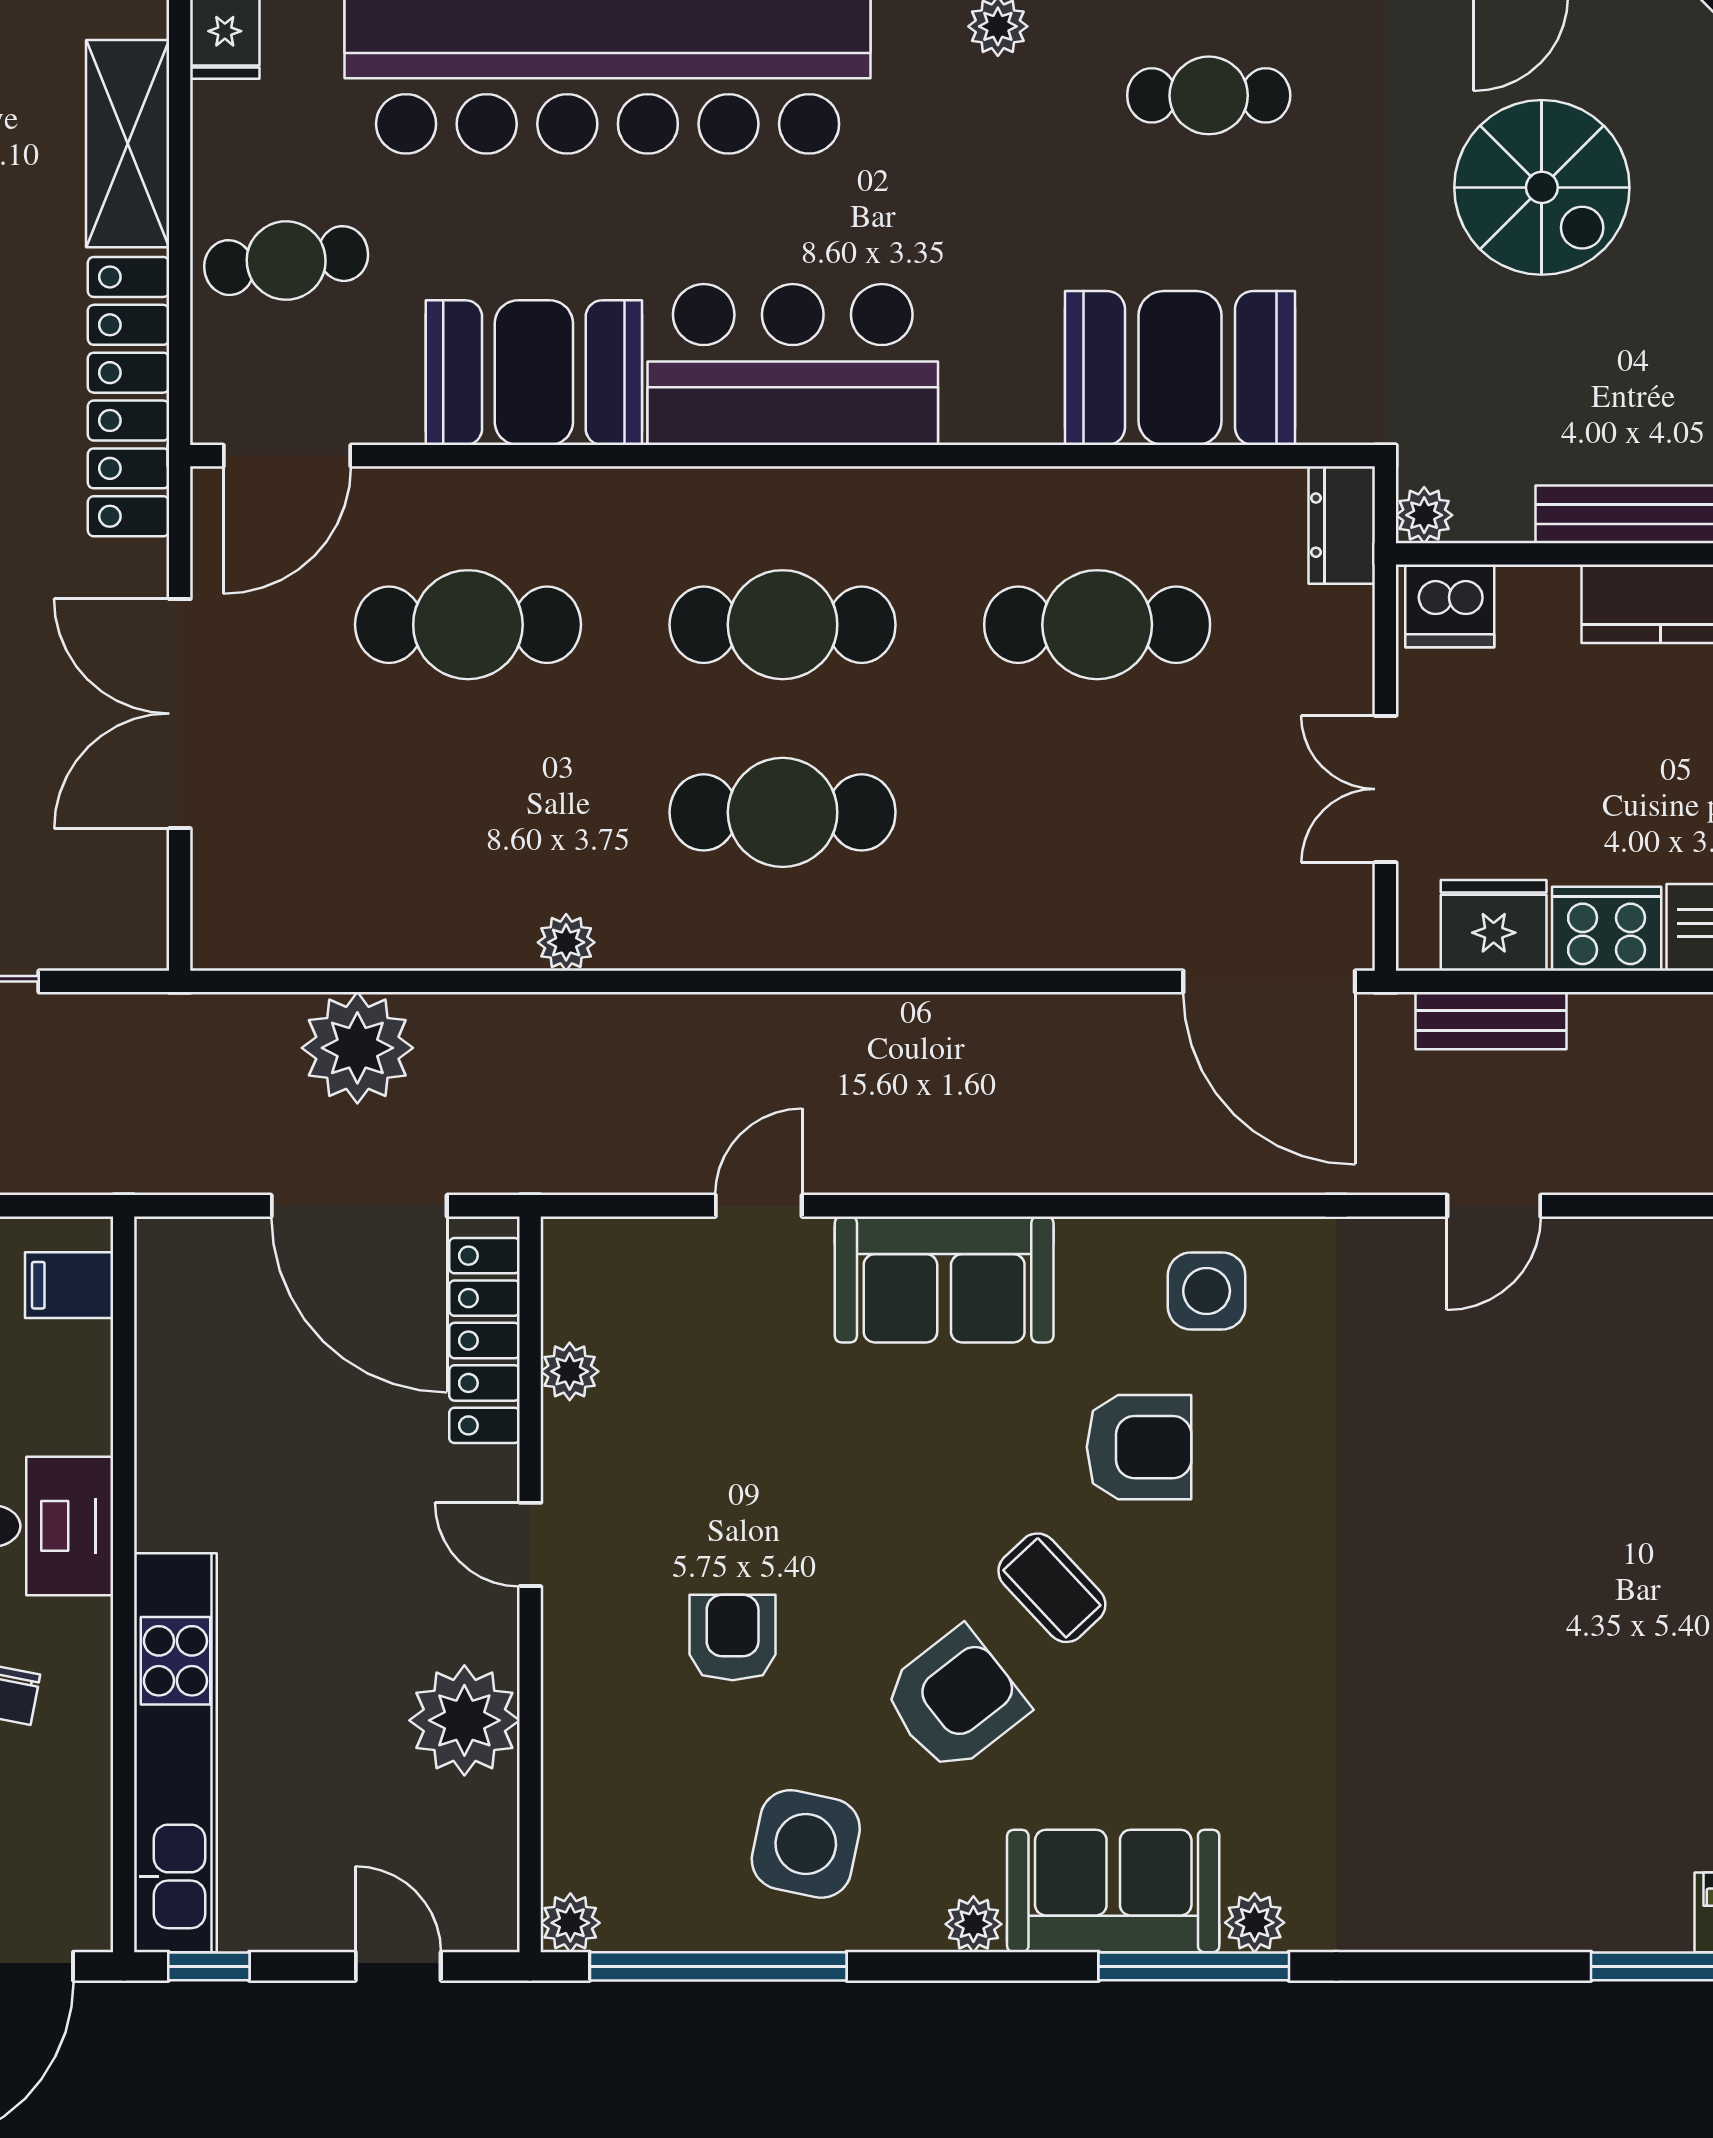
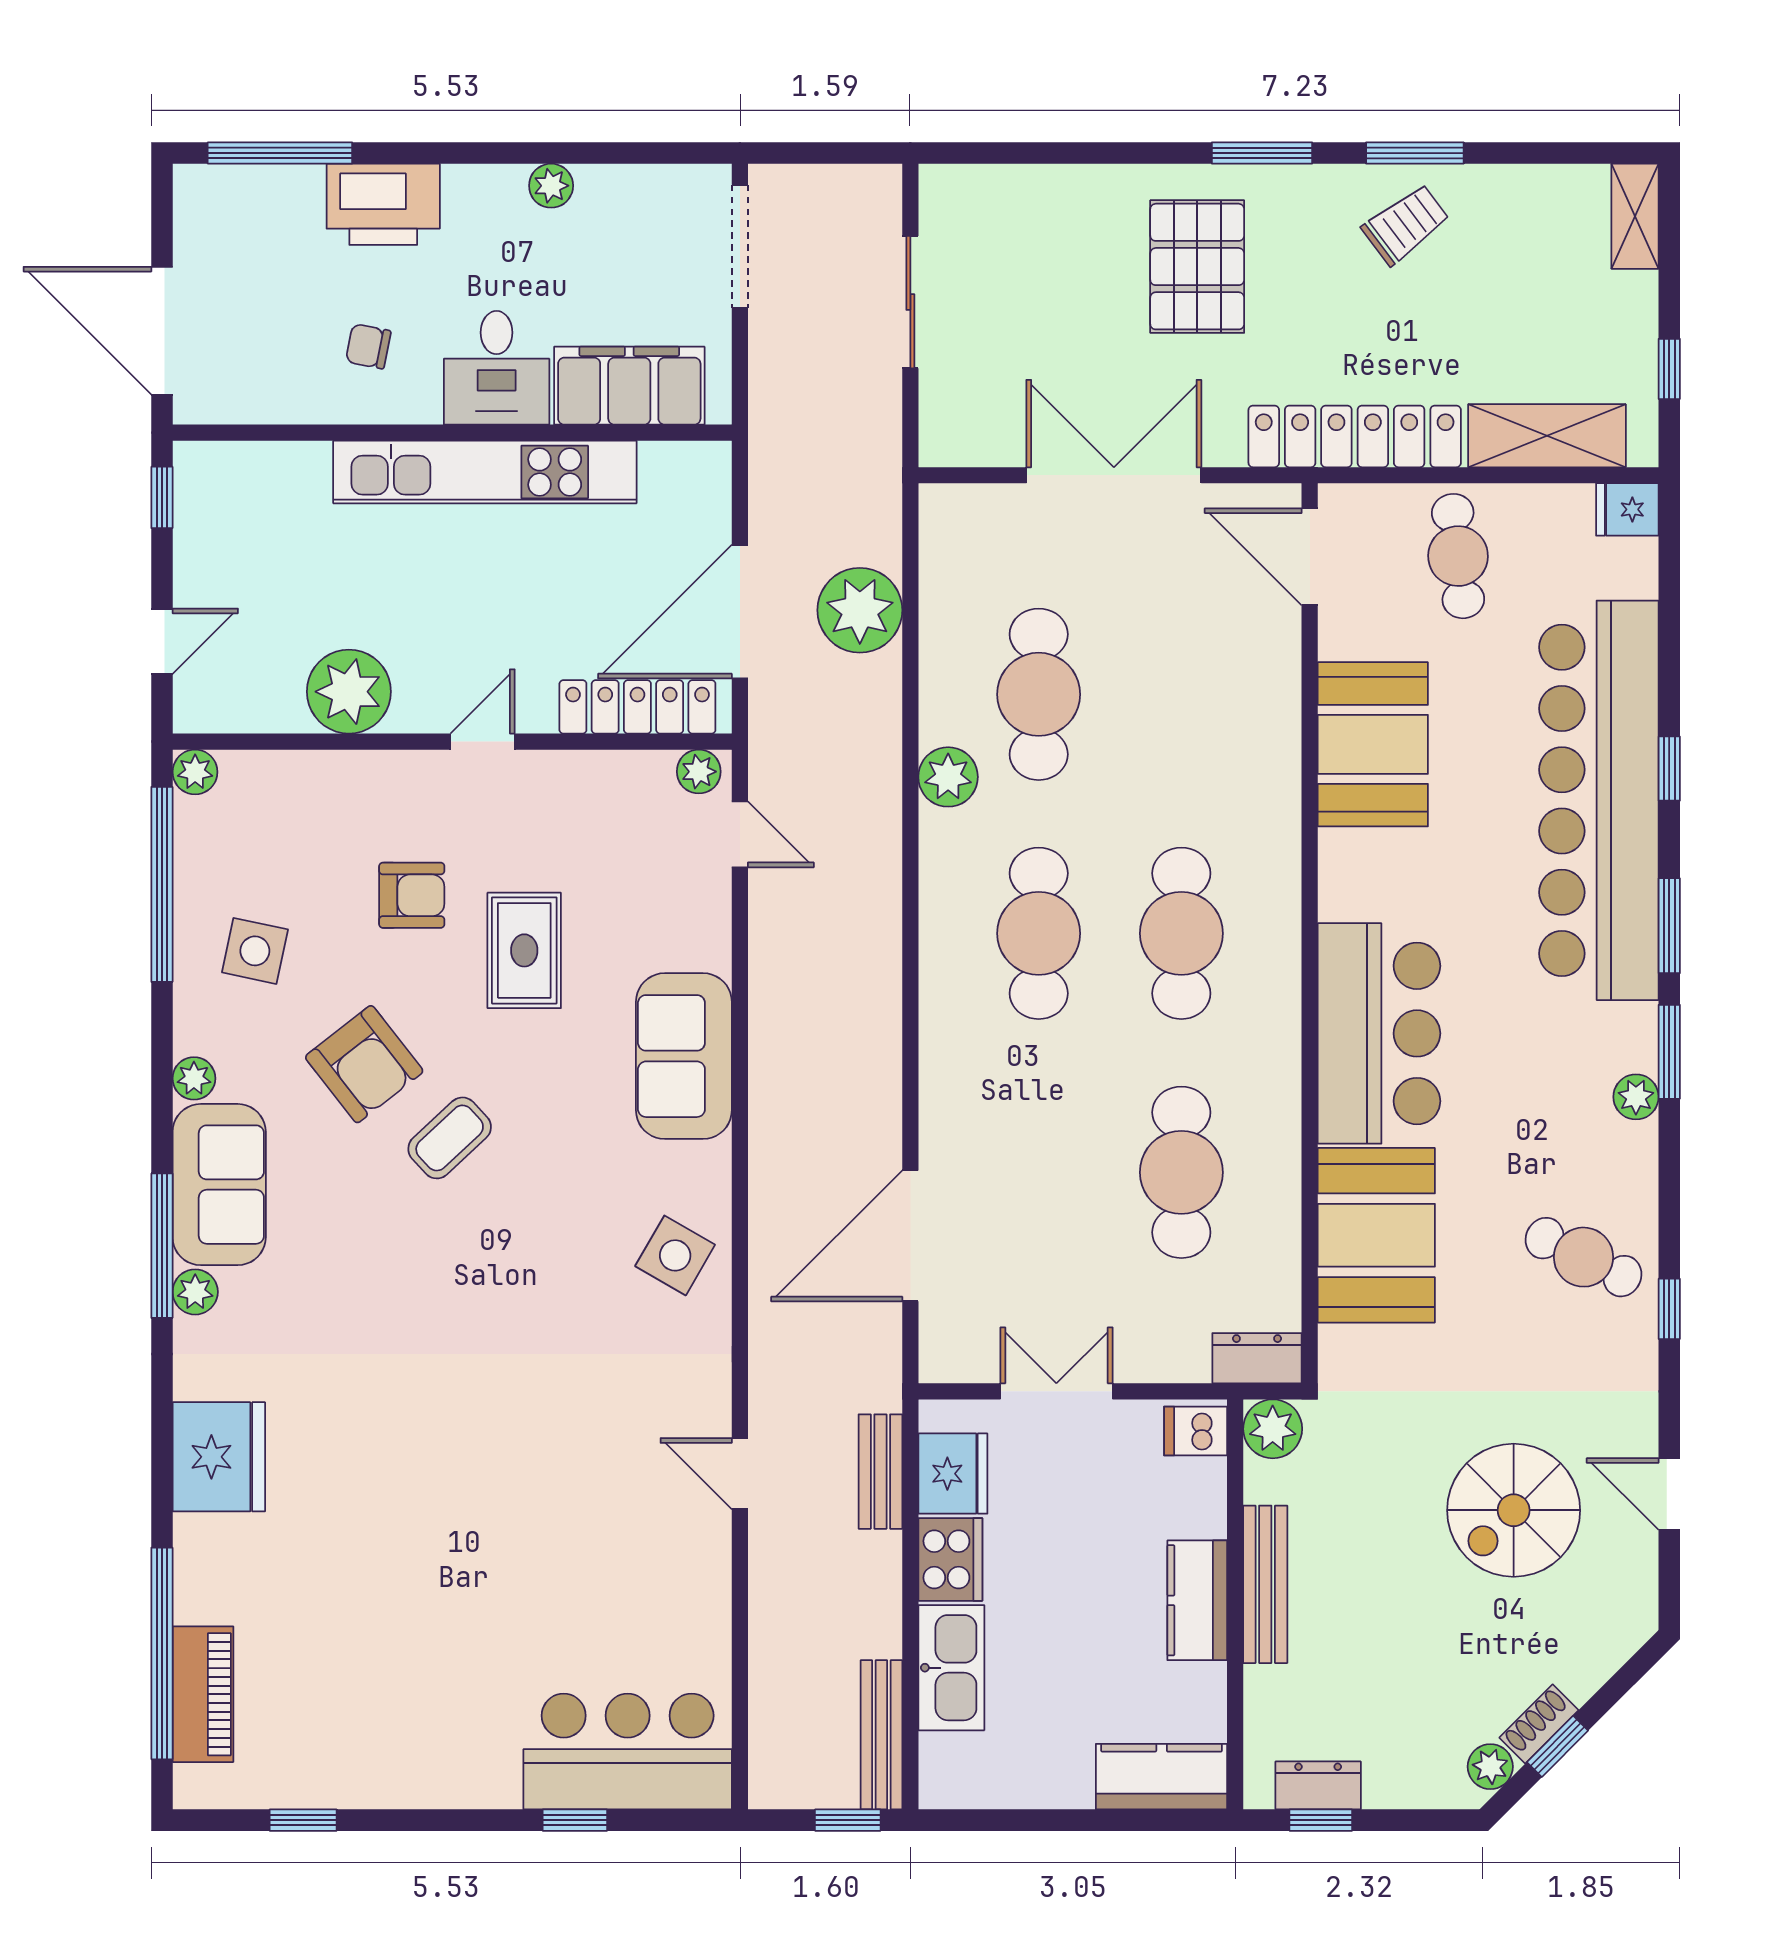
cafe table: (1209, 95) -> (1583, 1257), turned -64
bar counter: (793, 365) -> (1379, 1033), moved
plant: (1424, 515) -> (1273, 1429), width x1.38, depth x1.38
dishwasher: (1450, 606) -> (1196, 1431), width x0.73
cafe table: (468, 625) -> (1039, 694), moved
plant: (566, 942) -> (948, 777), width x1.38, depth x1.38
door: (1269, 981) -> (910, 1236), moved
door: (759, 1206) -> (740, 834), moved
filing cabinet: (69, 1285) -> (629, 386), width x3.00, depth x1.17
side table: (1207, 1291) -> (675, 1255), turned 30
plant: (570, 1371) -> (699, 772), moved
armchair: (1139, 1447) -> (556, 1204), removed
rug: (805, 1490) -> (524, 950), added
kitchen unit: (175, 1753) -> (485, 472), moved
side table: (806, 1844) -> (255, 951), width x0.73, depth x0.73
fridge: (1472, 1891) -> (219, 1457), added

